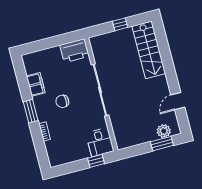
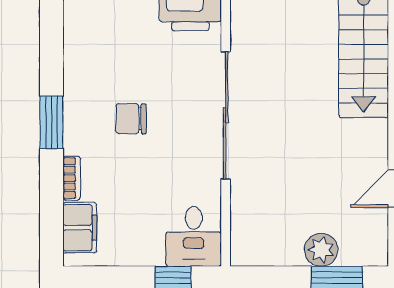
filing cabinet: (36, 84) -> (80, 228), moved
plant: (164, 131) -> (321, 250), moved

